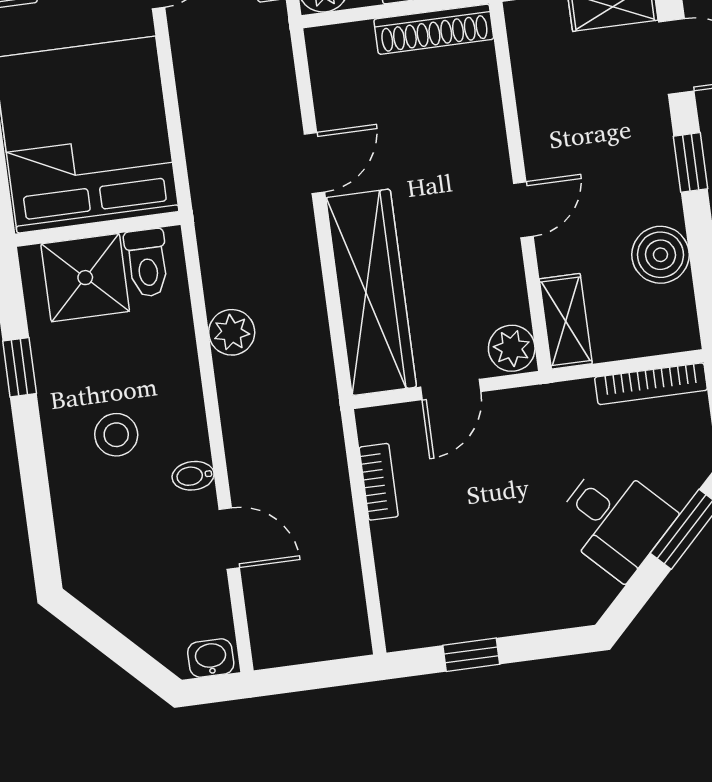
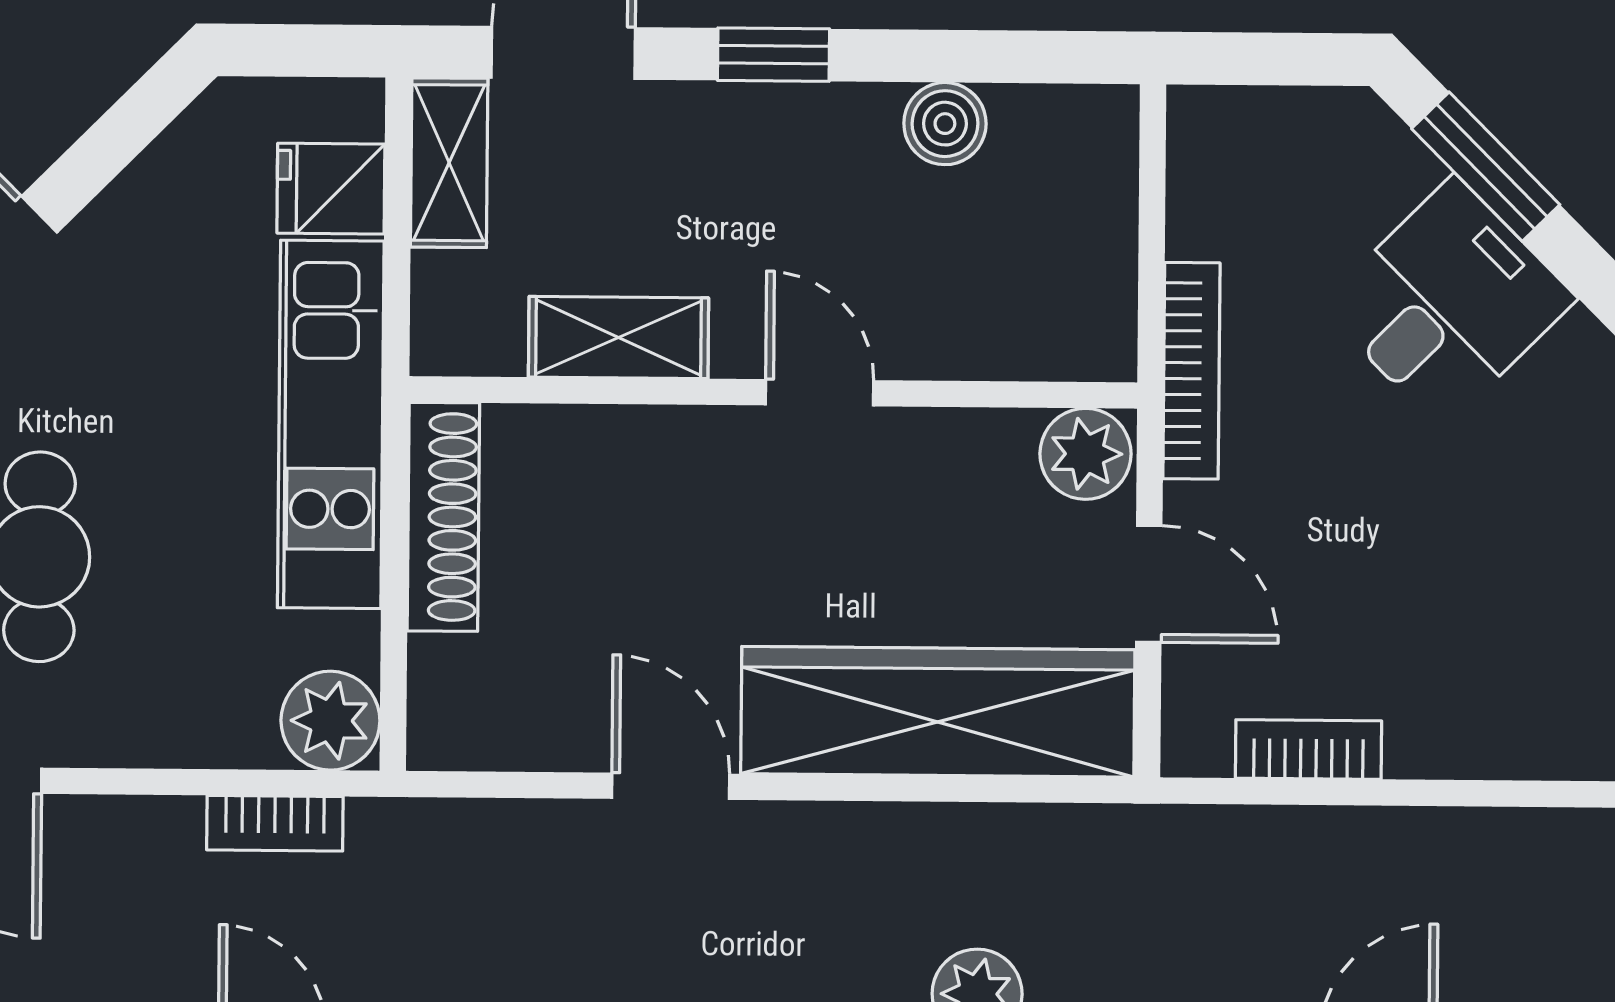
boiler: (660, 255) -> (945, 124), width x0.73, depth x0.73
shelving: (566, 321) -> (619, 338), moved
bookcase: (651, 384) -> (1191, 371), moved

